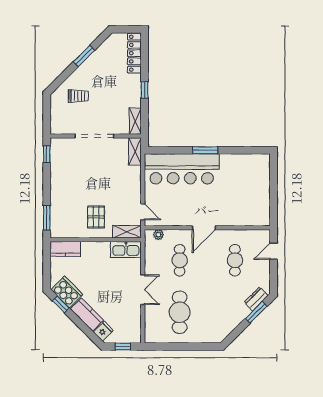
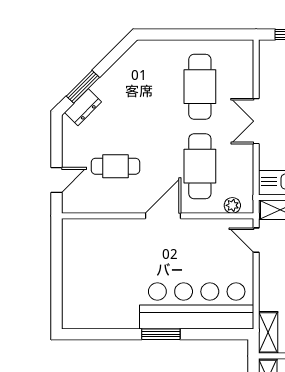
cafe table: (180, 260) -> (200, 166), width x1.37, depth x1.35
cafe table: (235, 260) -> (115, 166), turned 90

